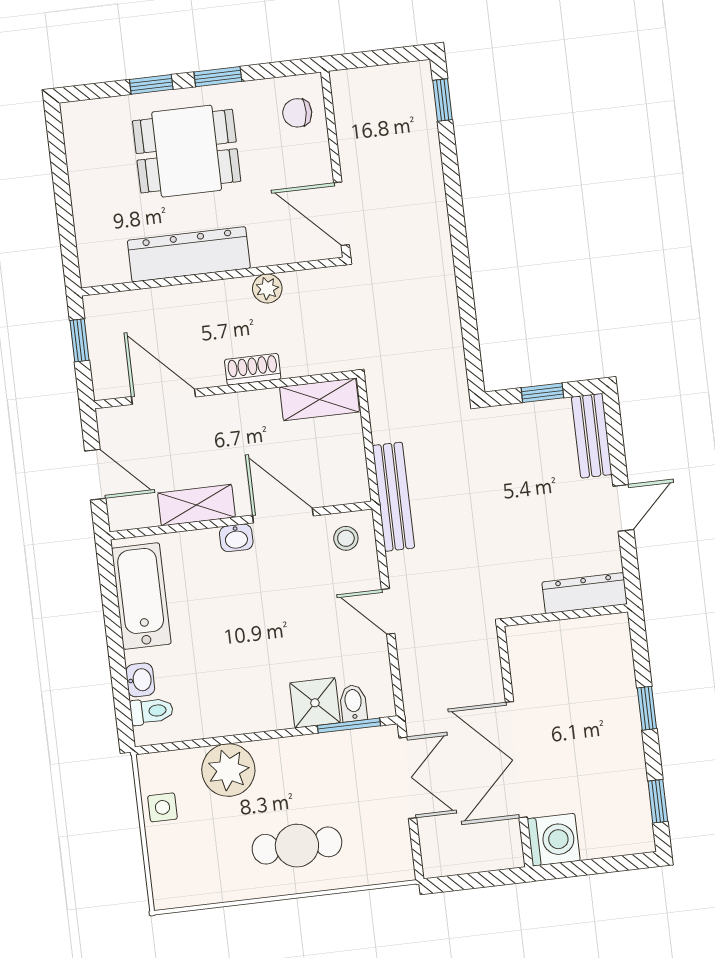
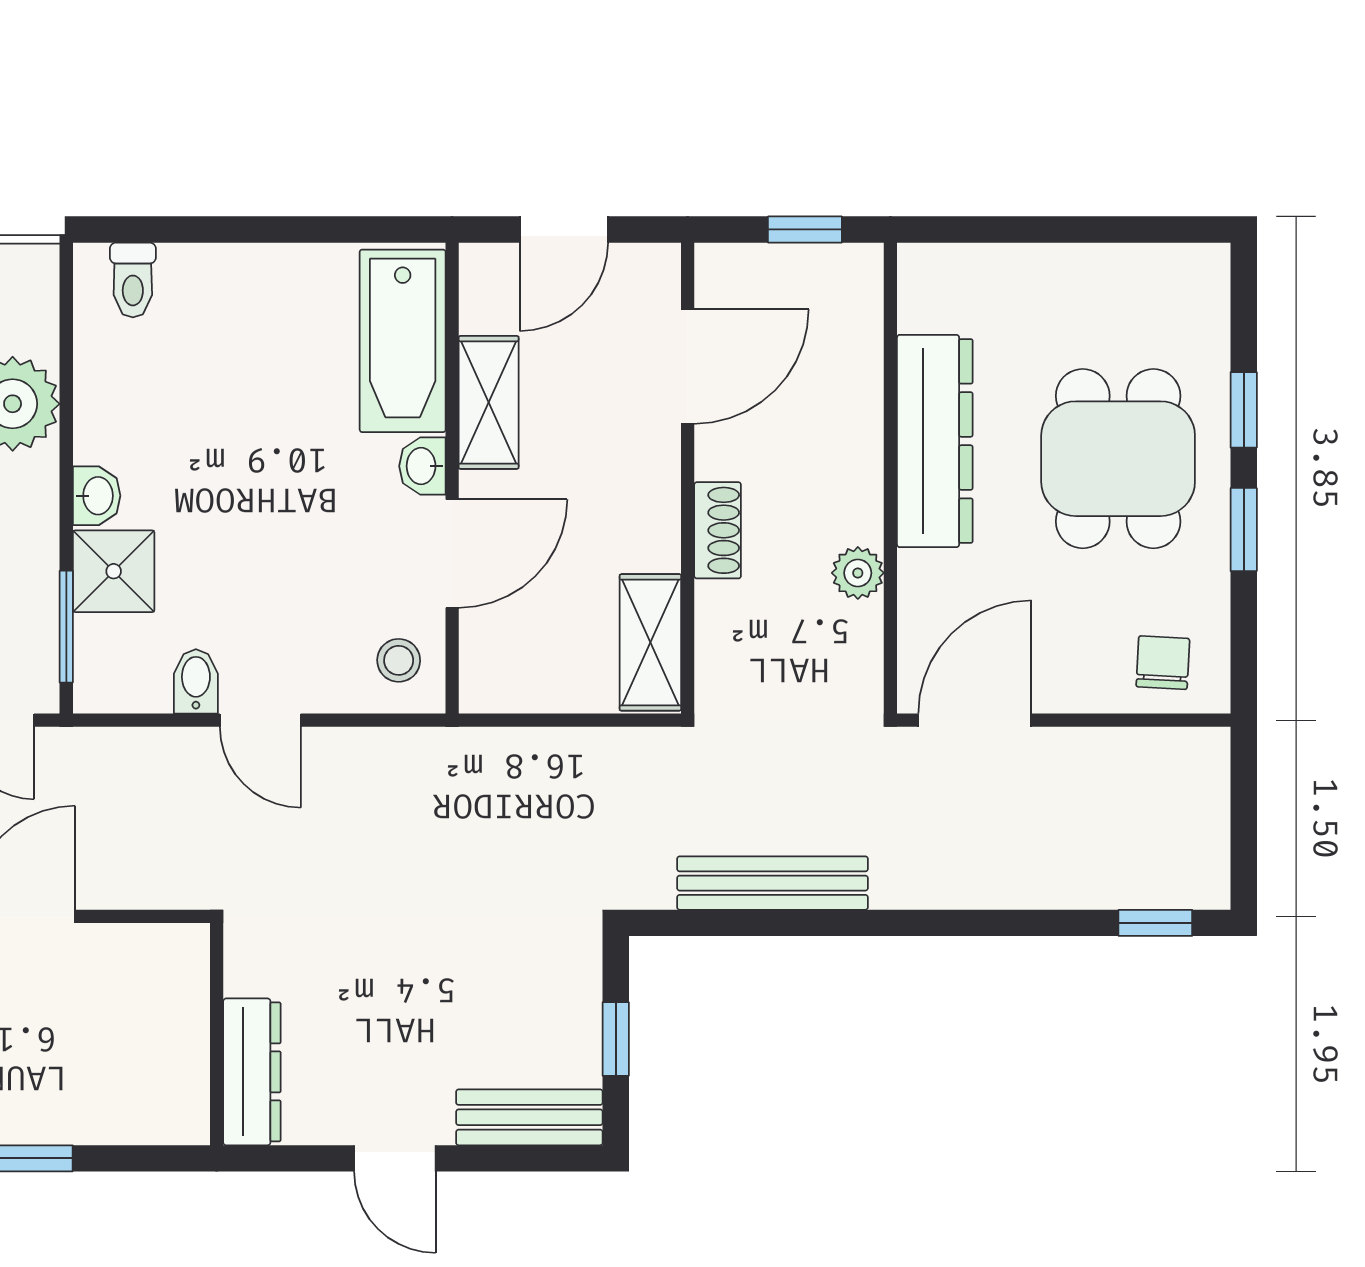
bench: (393, 497) -> (772, 883), moved
bathtub: (141, 596) -> (403, 341), moved, turned 90
door: (388, 611) -> (260, 720), swing flipped
washbasin: (140, 680) -> (97, 496), moved, turned -90
bidet: (353, 703) -> (196, 681), moved, turned -90

